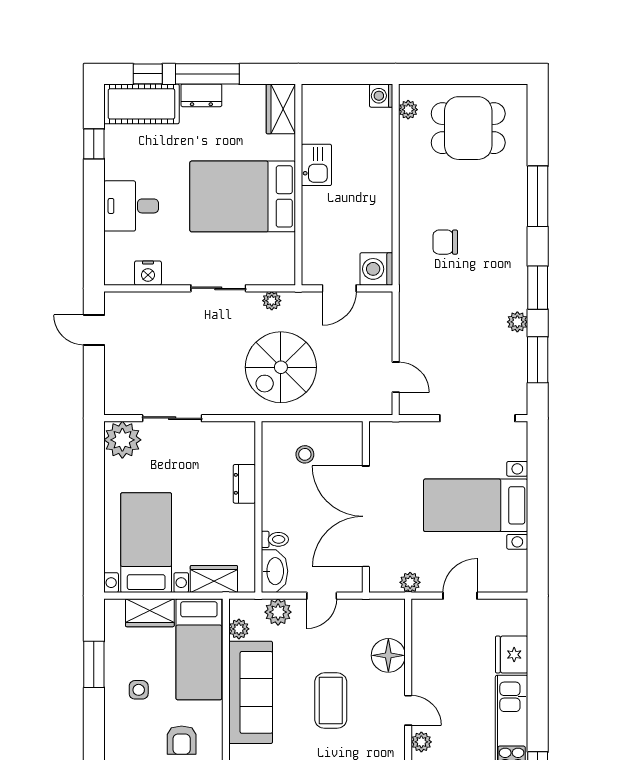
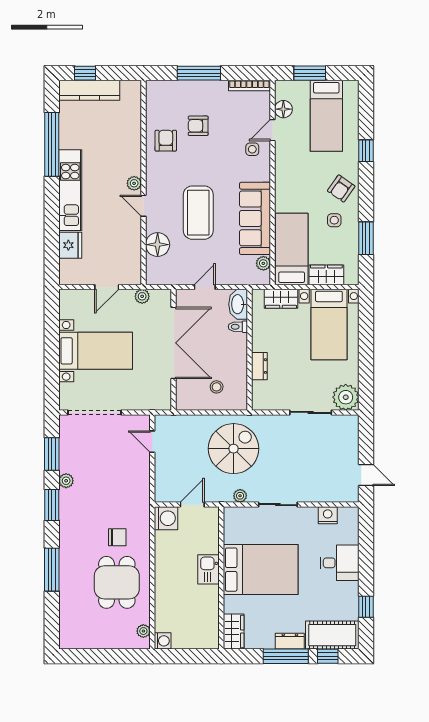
dining table: (468, 128) -> (117, 582), moved, turned 90
kitchen sink: (316, 165) -> (208, 569), moved
plant: (278, 612) -> (236, 275), removed
coffee table: (331, 701) -> (198, 213), width x1.36, depth x1.32
armchair: (182, 740) -> (341, 188), moved, turned -145

